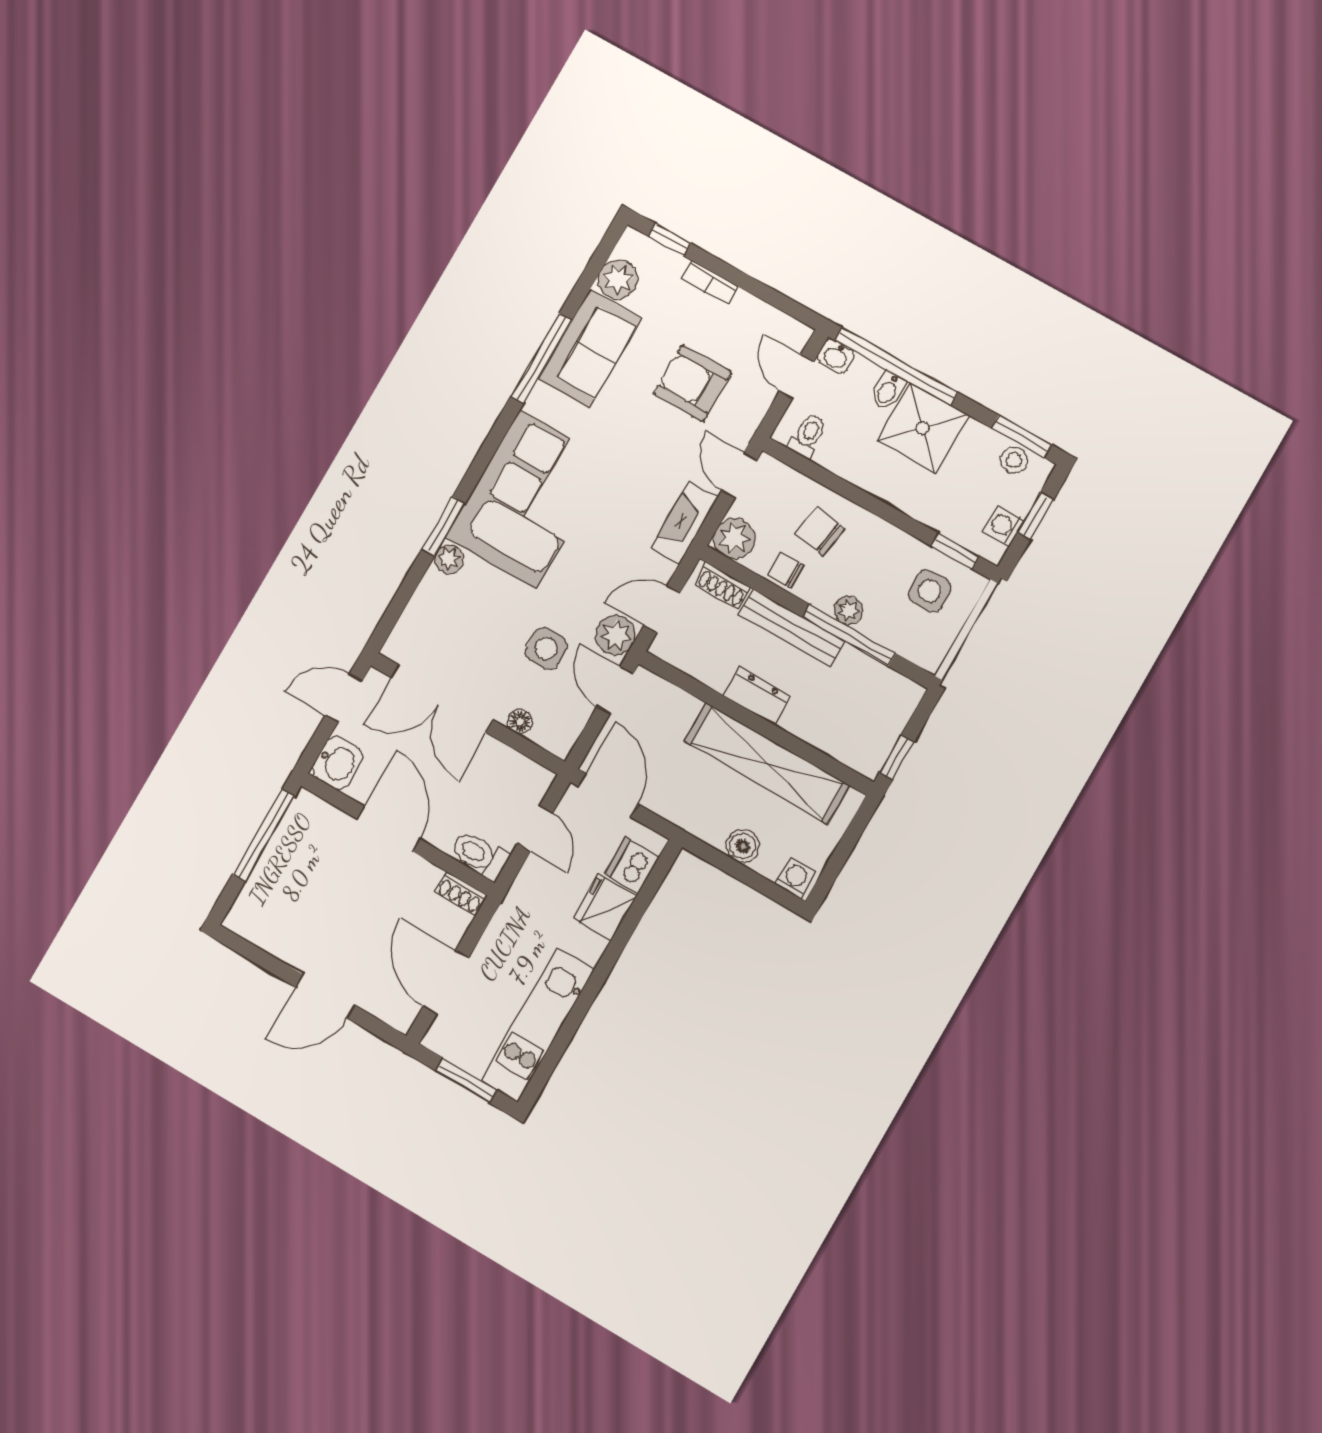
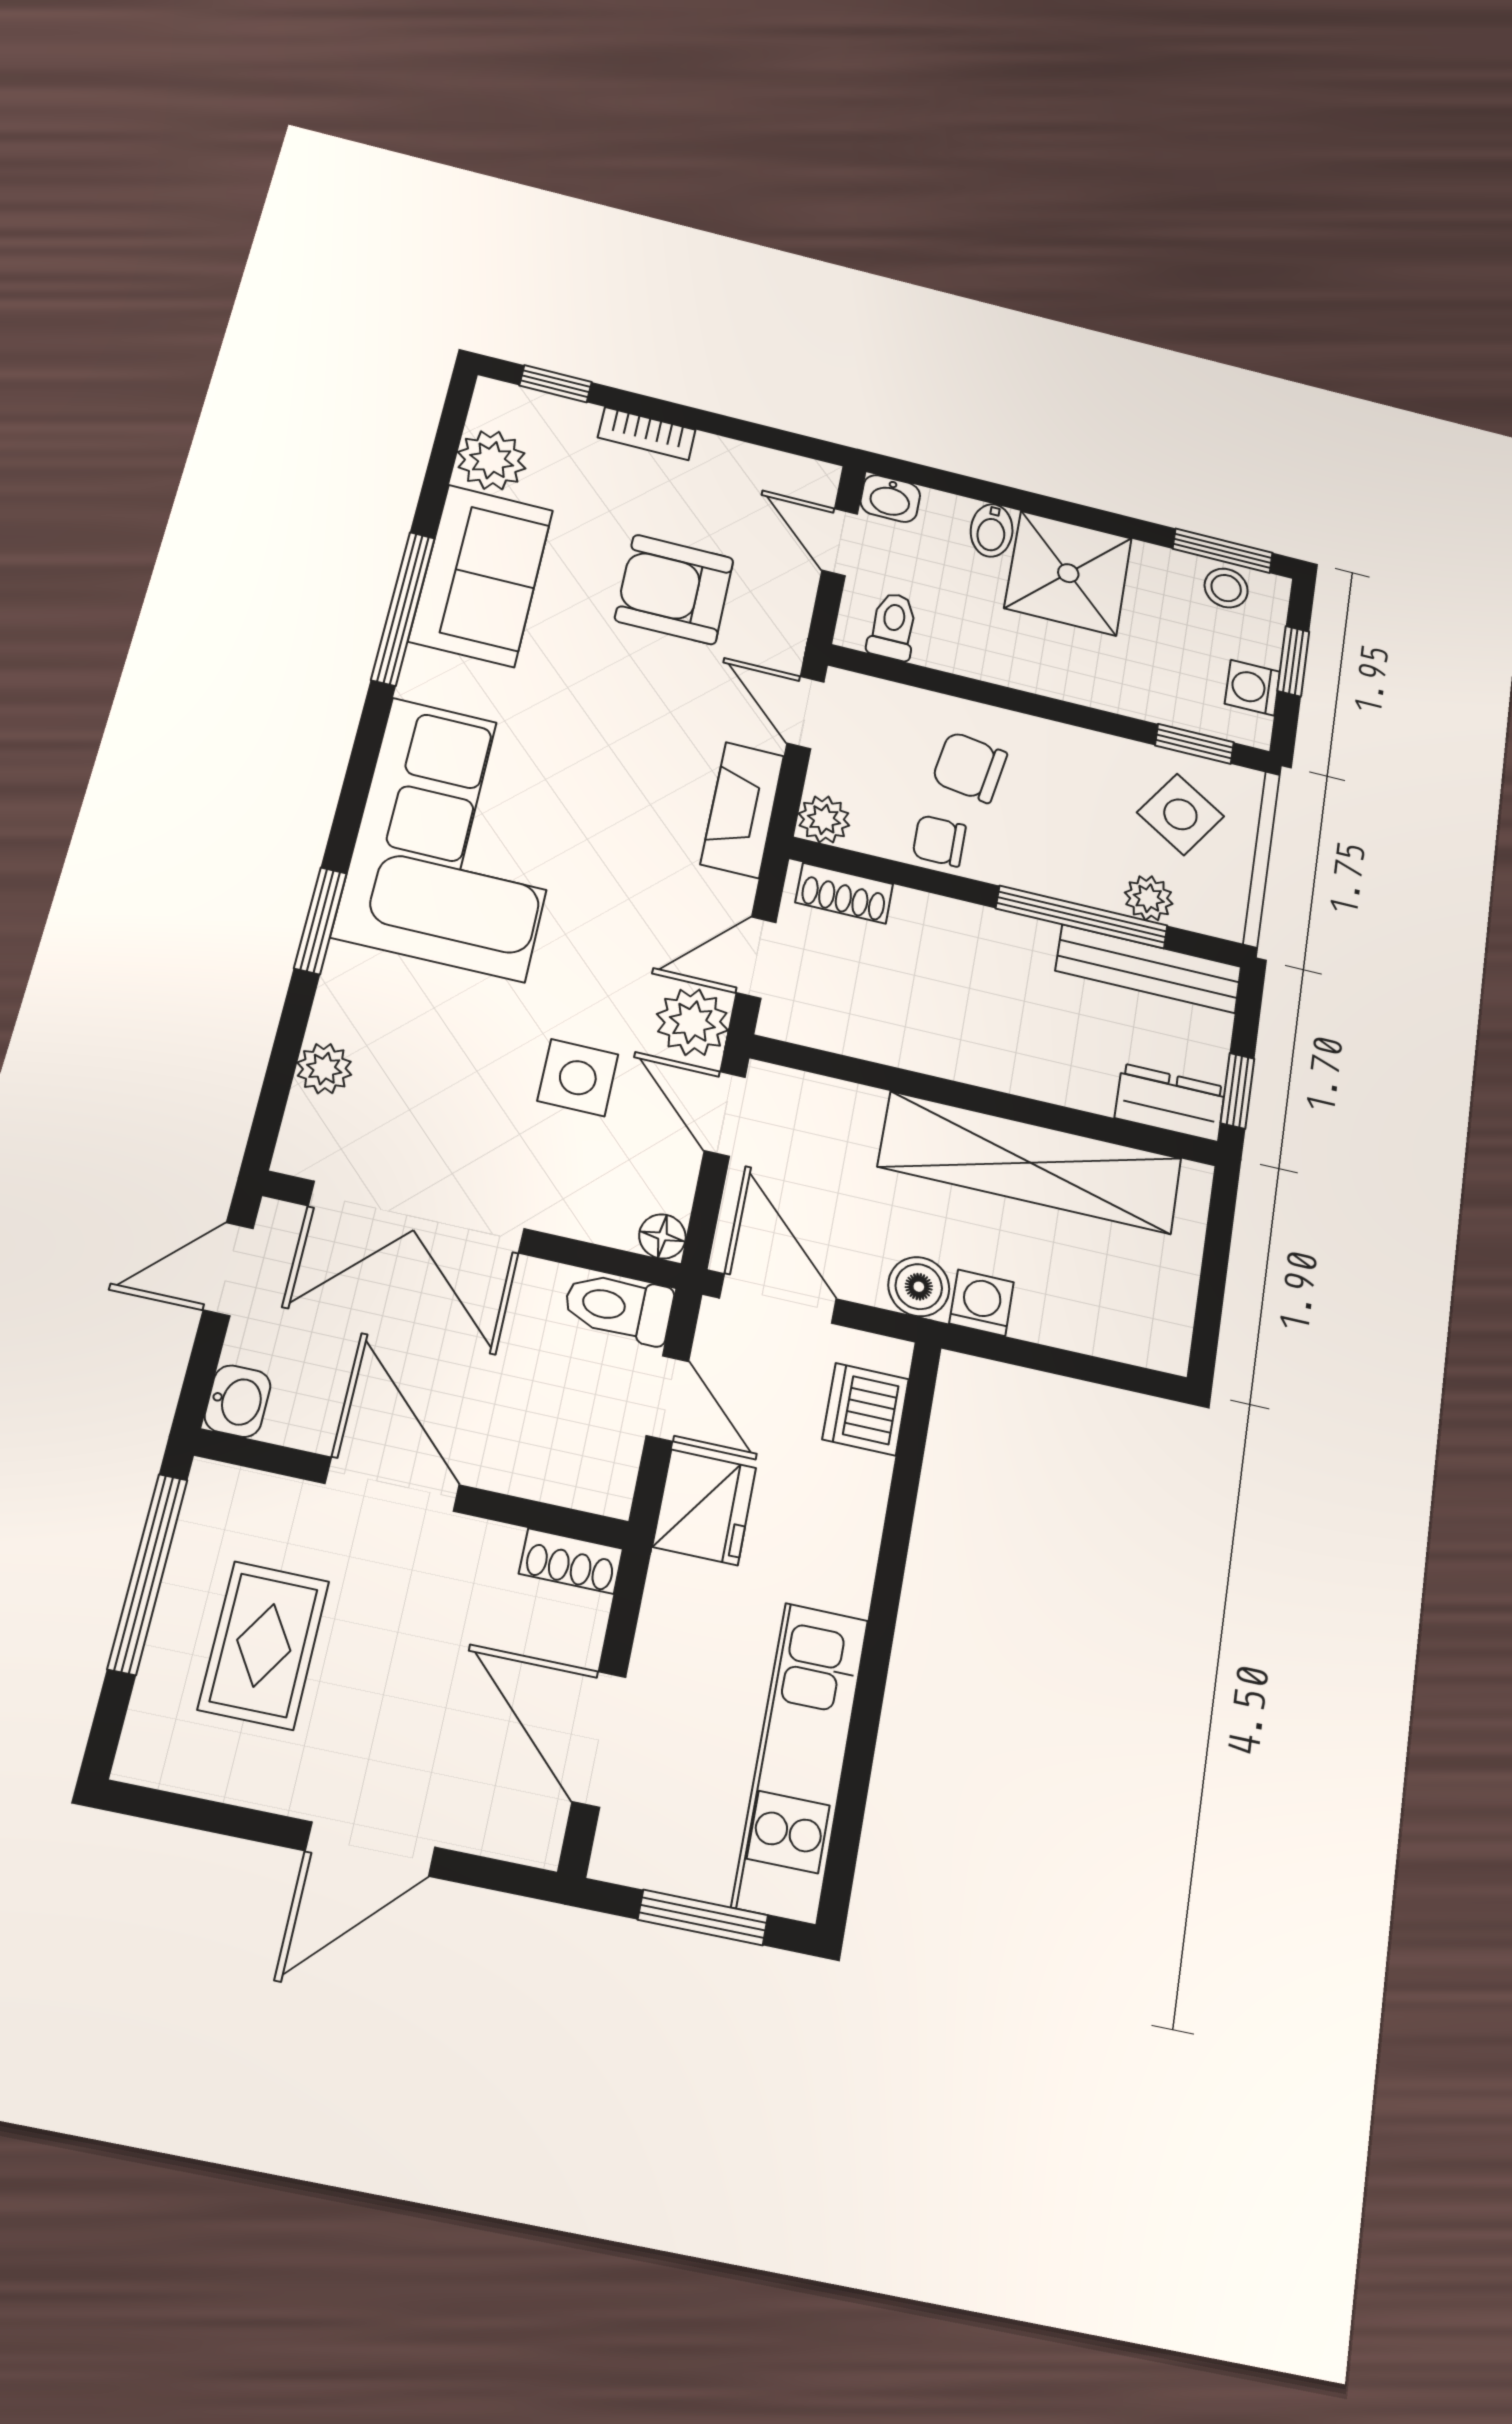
window: (896, 366) -> (990, 493), removed
plant: (734, 538) -> (824, 819), width x0.73, depth x0.73
plant: (449, 559) -> (324, 1069), moved
side table: (930, 591) -> (1180, 814), turned 33
plant: (849, 611) -> (1149, 898), moved
bench: (792, 628) -> (1149, 969), moved
dresser: (757, 696) -> (1170, 1102), moved
floor lamp: (520, 722) -> (662, 1236), moved
washbasin: (337, 763) -> (238, 1401), width x0.72, depth x0.69
boiler: (743, 846) -> (919, 1287), moved
toilet: (480, 855) -> (618, 1307), moved
washing machine: (795, 878) -> (981, 1303), moved
rug: (306, 886) -> (264, 1645), added
fridge: (605, 907) -> (704, 1507), moved, turned 180

